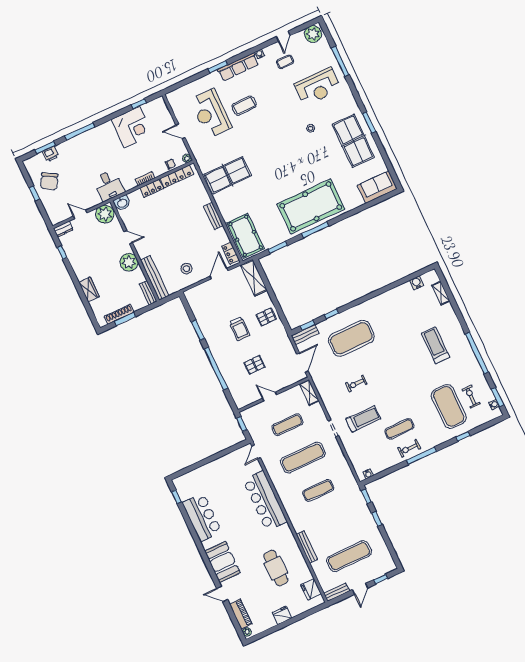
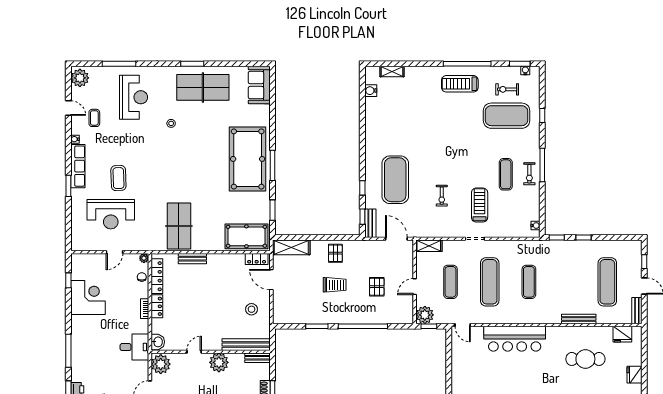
bench: (213, 216) -> (192, 259), moved
treadmill: (436, 345) -> (460, 84), moved
plant: (250, 416) -> (425, 315), added

